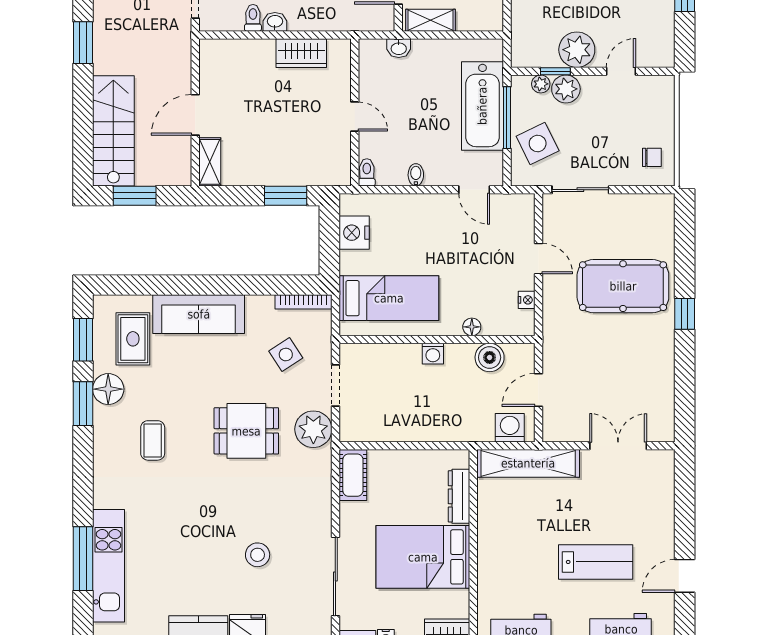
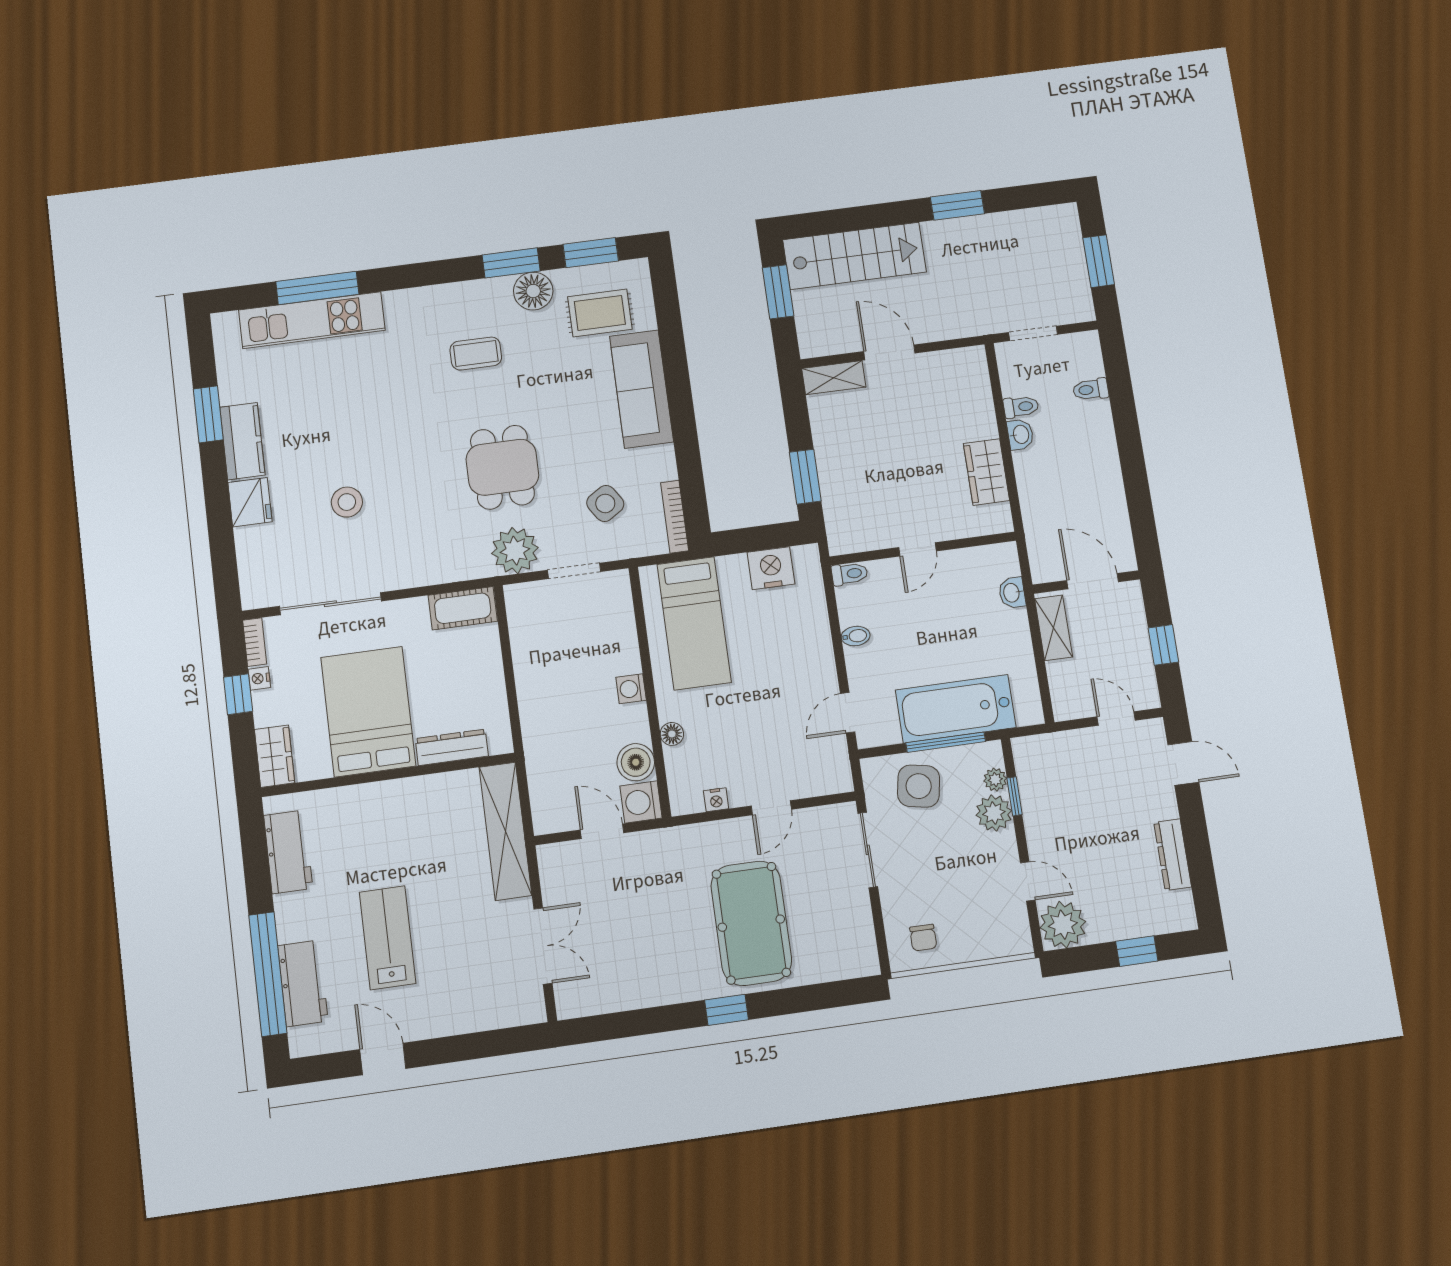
plant: (577, 50) -> (1063, 925), moved
side table: (538, 144) -> (919, 786), turned 36
washing machine: (510, 428) -> (641, 802), moved, turned 180
lab bench: (596, 562) -> (388, 938), turned 180

